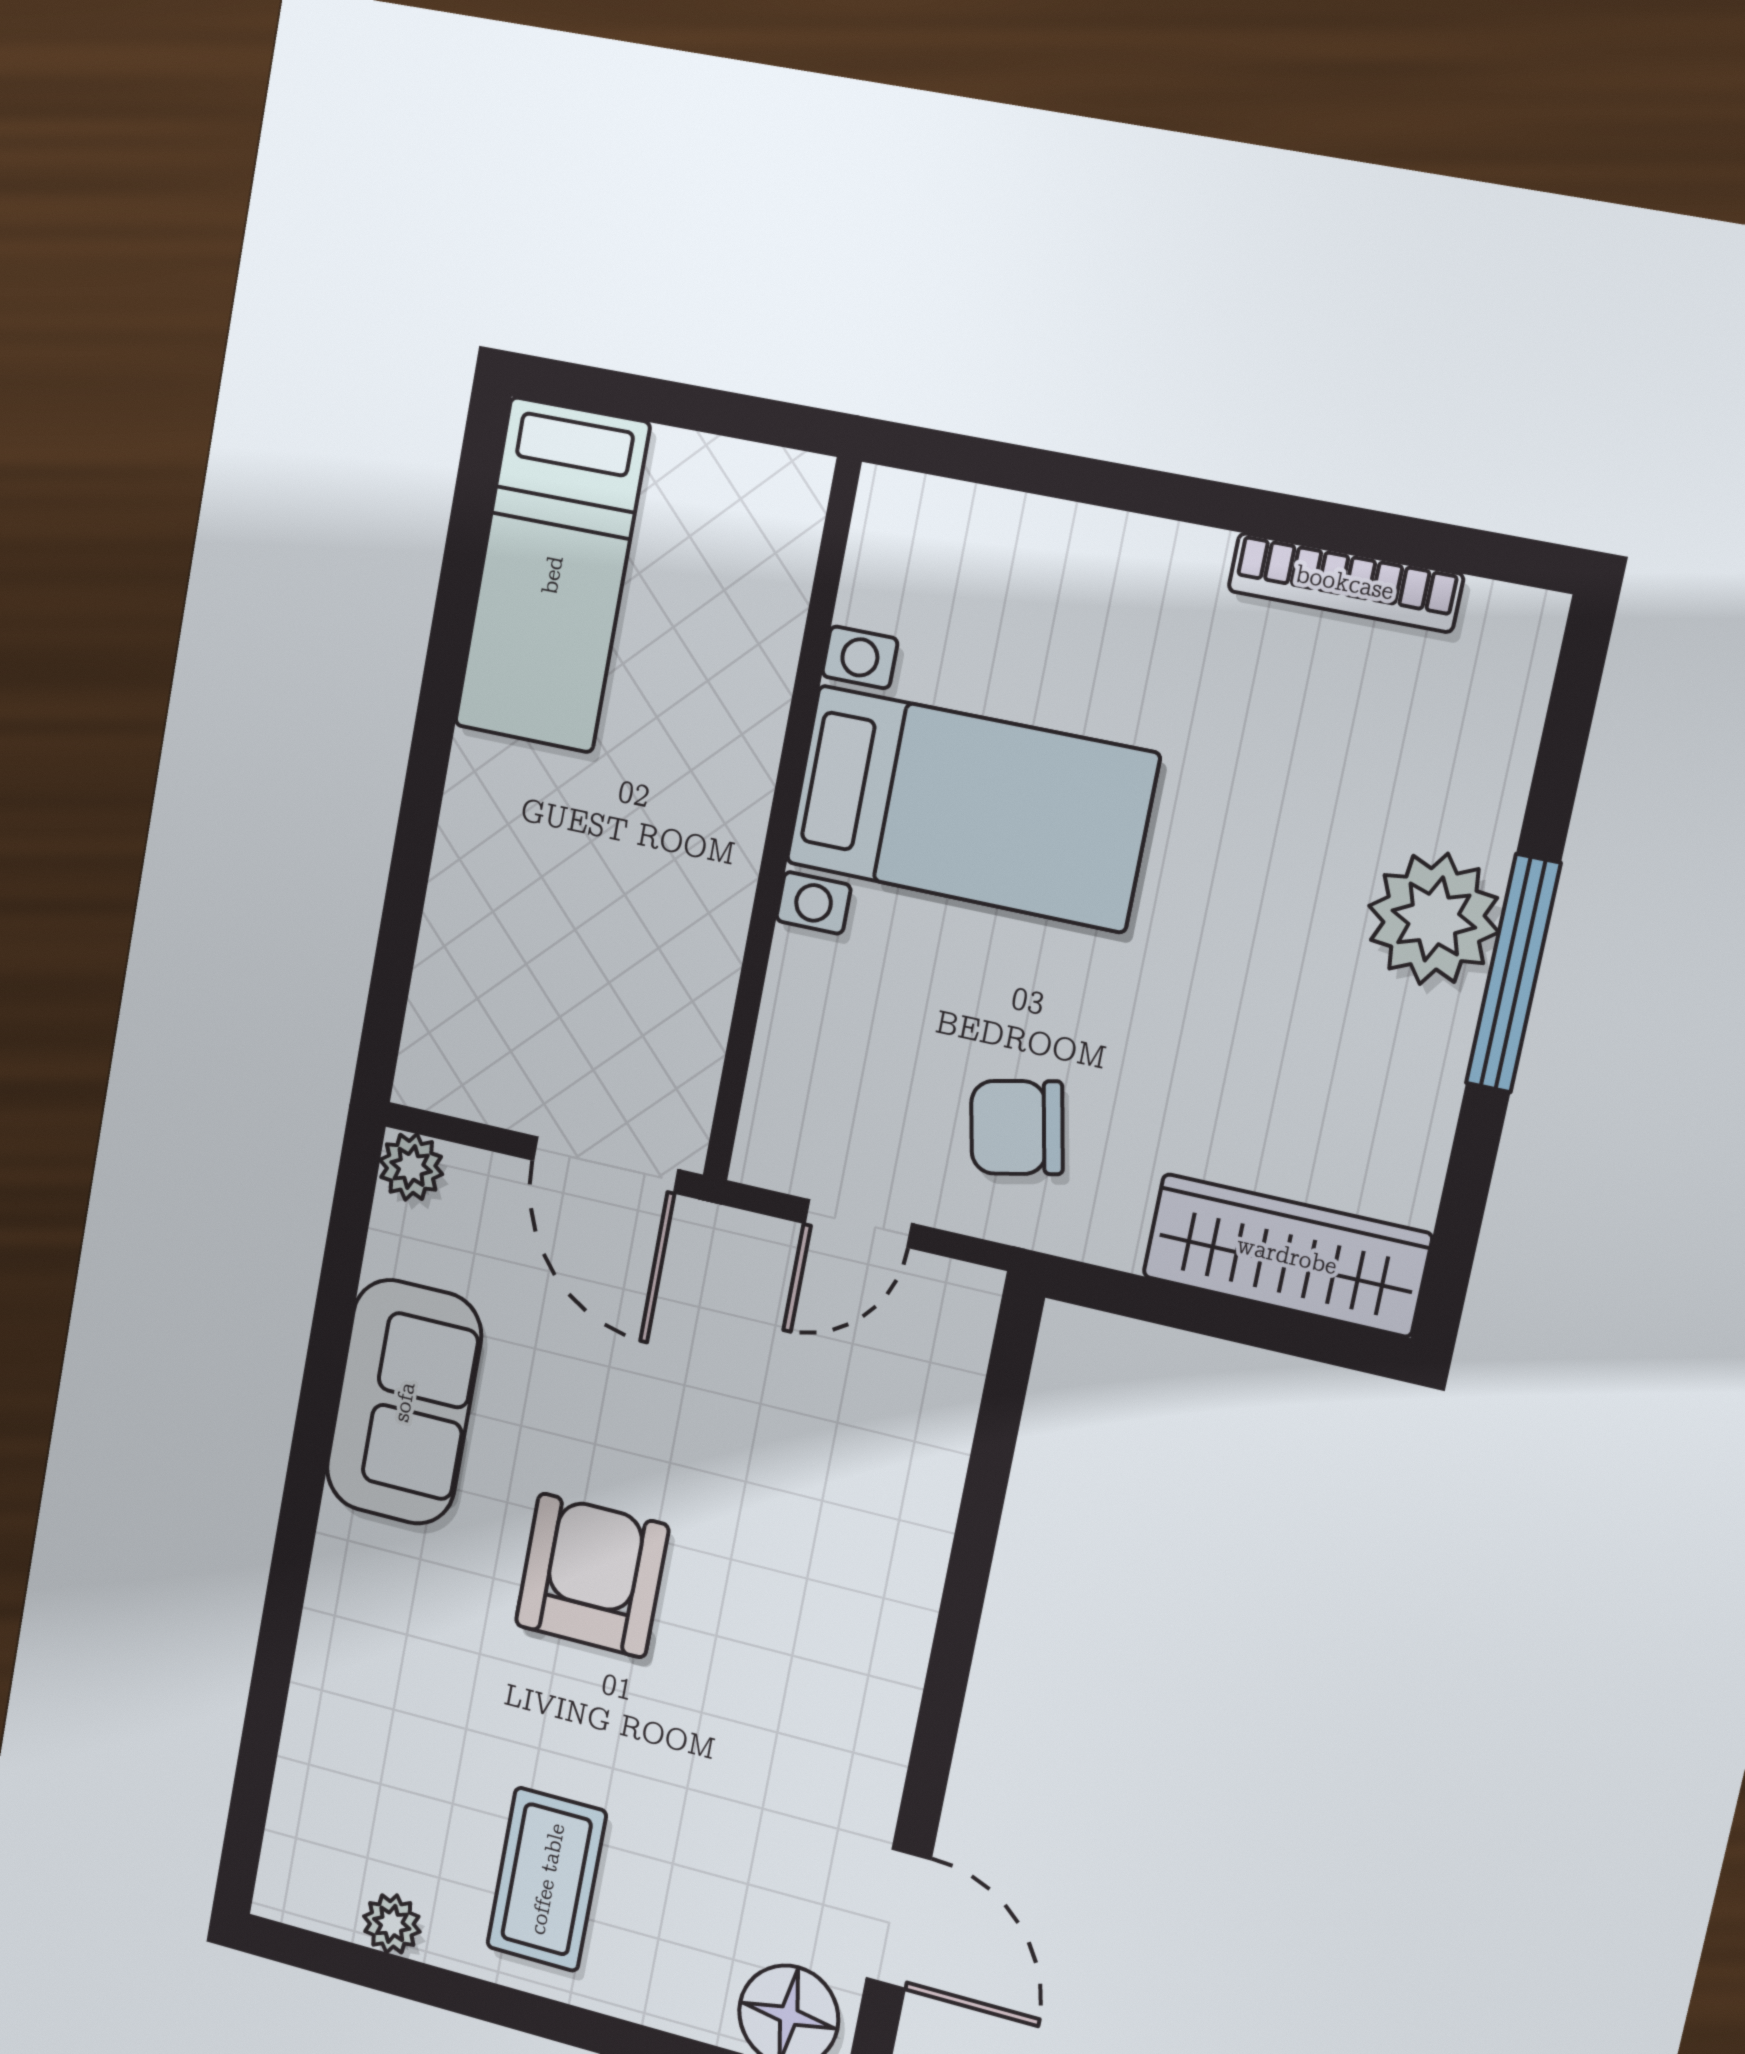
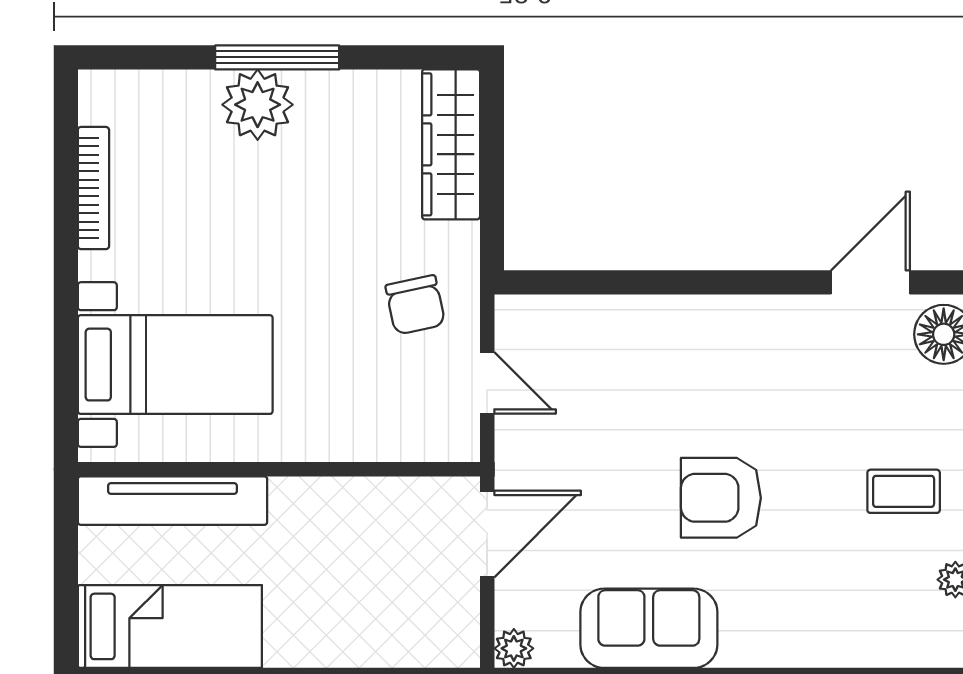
tv unit: (763, 622) -> (172, 501), added
bed with nightstands: (971, 808) -> (175, 365), moved, turned 90
coffee table: (547, 1879) -> (904, 491), width x0.73, depth x0.77

